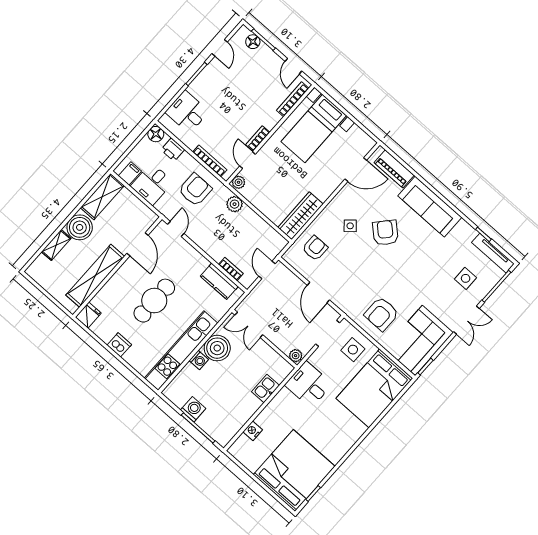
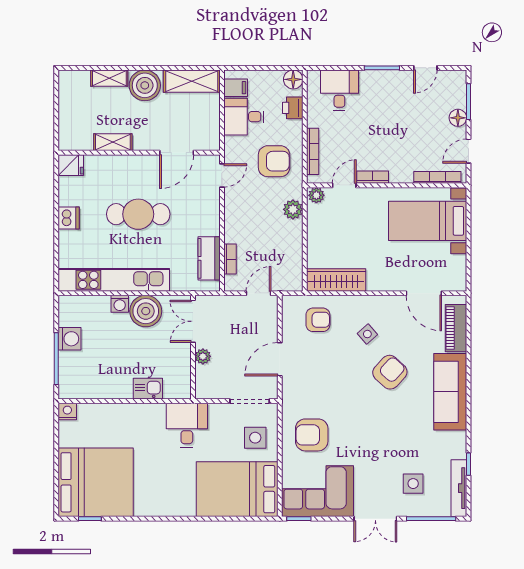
floor lamp: (253, 42) -> (458, 118), moved
shelving: (95, 276) -> (113, 142), width x0.45, depth x0.75
plant: (296, 356) -> (203, 356), moved
nightstand: (253, 431) -> (67, 411), moved

